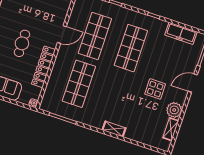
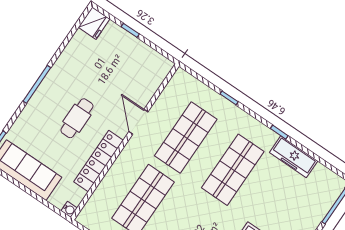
freezer: (181, 33) -> (294, 157), moved
door: (62, 35) -> (138, 122), swing flipped

